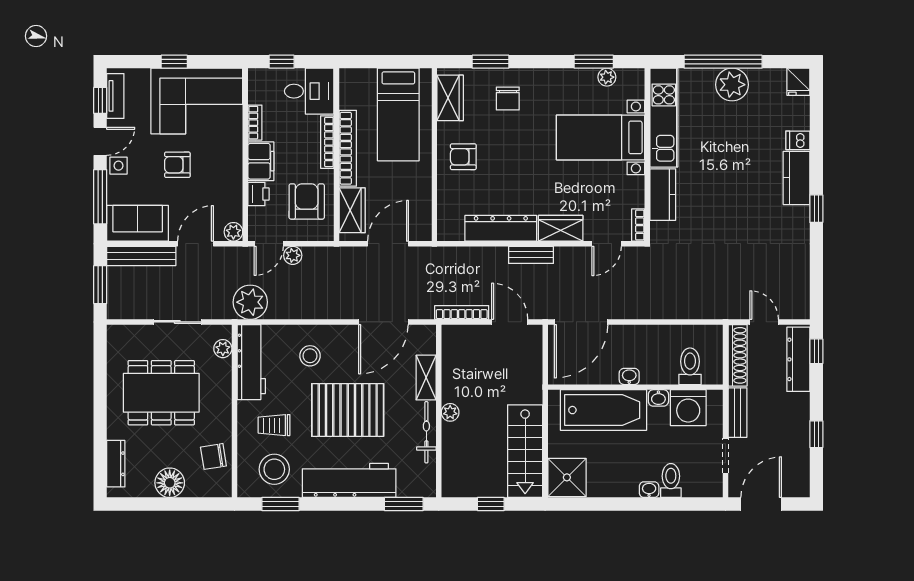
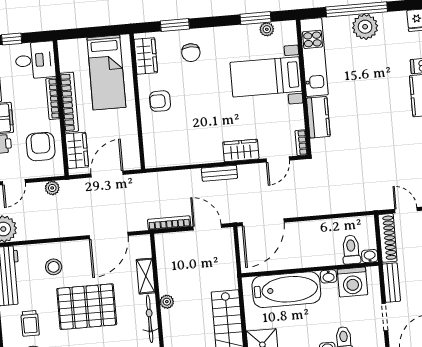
dresser: (501, 228) -> (194, 154), removed
plant: (293, 255) -> (52, 188), moved
washbasin: (629, 376) -> (370, 256), moved
trolley: (274, 425) -> (30, 323), turned -90

